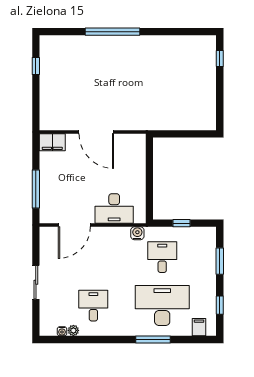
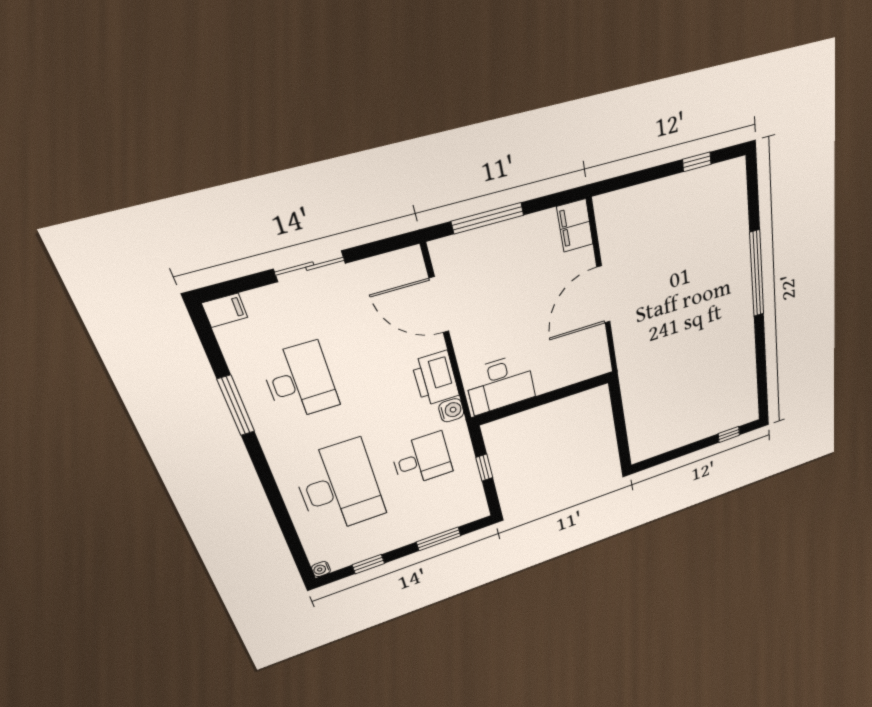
desk: (114, 208) -> (500, 384), moved, turned -90
printer: (115, 237) -> (435, 378), added
desk: (93, 306) -> (300, 381), width x1.37
filing cabinet: (199, 327) -> (225, 310), moved
plant: (73, 330) -> (238, 362), removed
water cooler: (62, 331) -> (321, 569), moved
window: (153, 339) -> (236, 406), moved

